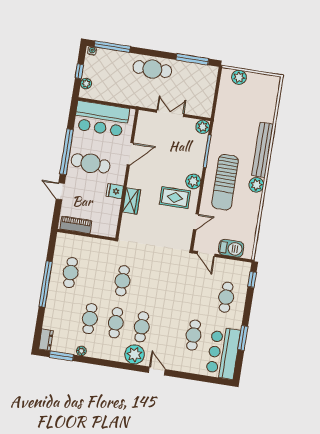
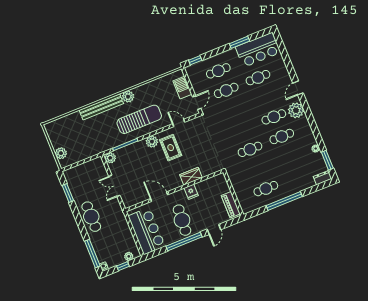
window: (192, 59) -> (68, 193), width x0.69
cafe table: (90, 319) -> (226, 90), moved

